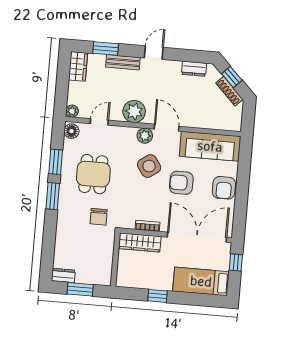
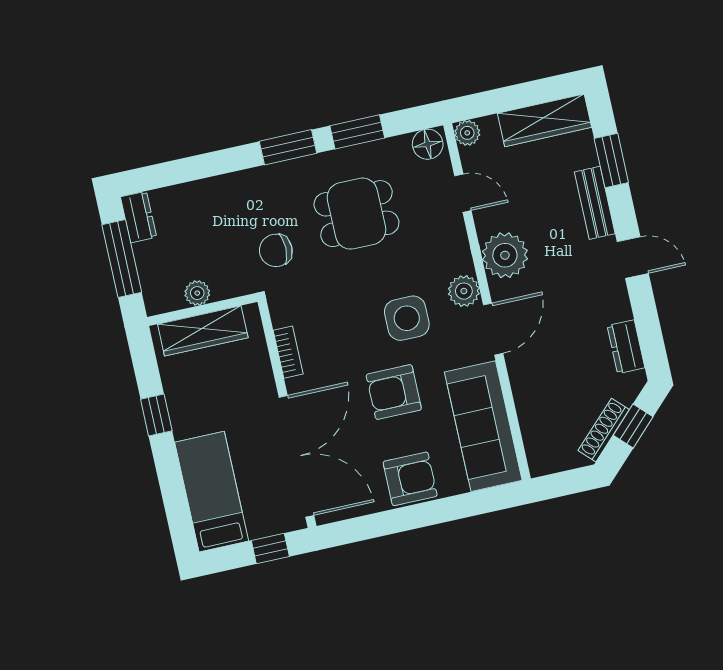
wardrobe: (78, 66) -> (544, 120), width x1.50
side table: (149, 166) -> (407, 318), turned 35
armchair: (181, 183) -> (394, 392), turned -90
armchair: (224, 188) -> (410, 479), turned 180
wardrobe: (140, 242) -> (203, 331), moved, turned -90
plant: (107, 259) -> (197, 293), added
window: (80, 289) -> (122, 259), width x1.44

